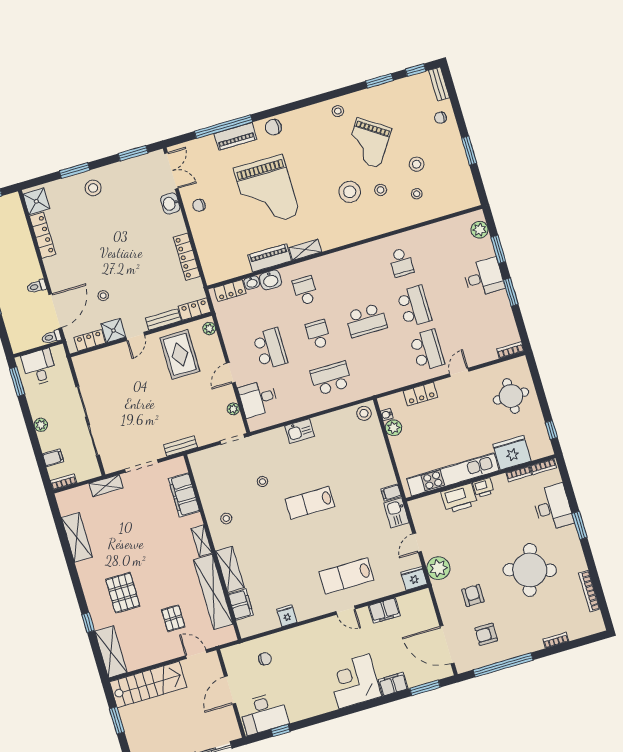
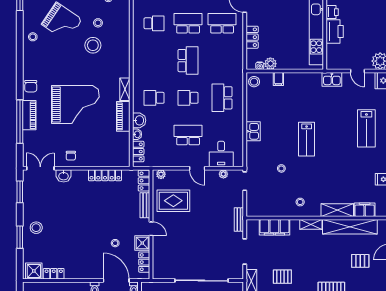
locker: (43, 235) -> (54, 274), width x0.66
filing cabinet: (391, 493) -> (278, 79), moved
pallet: (123, 524) -> (282, 277), added

